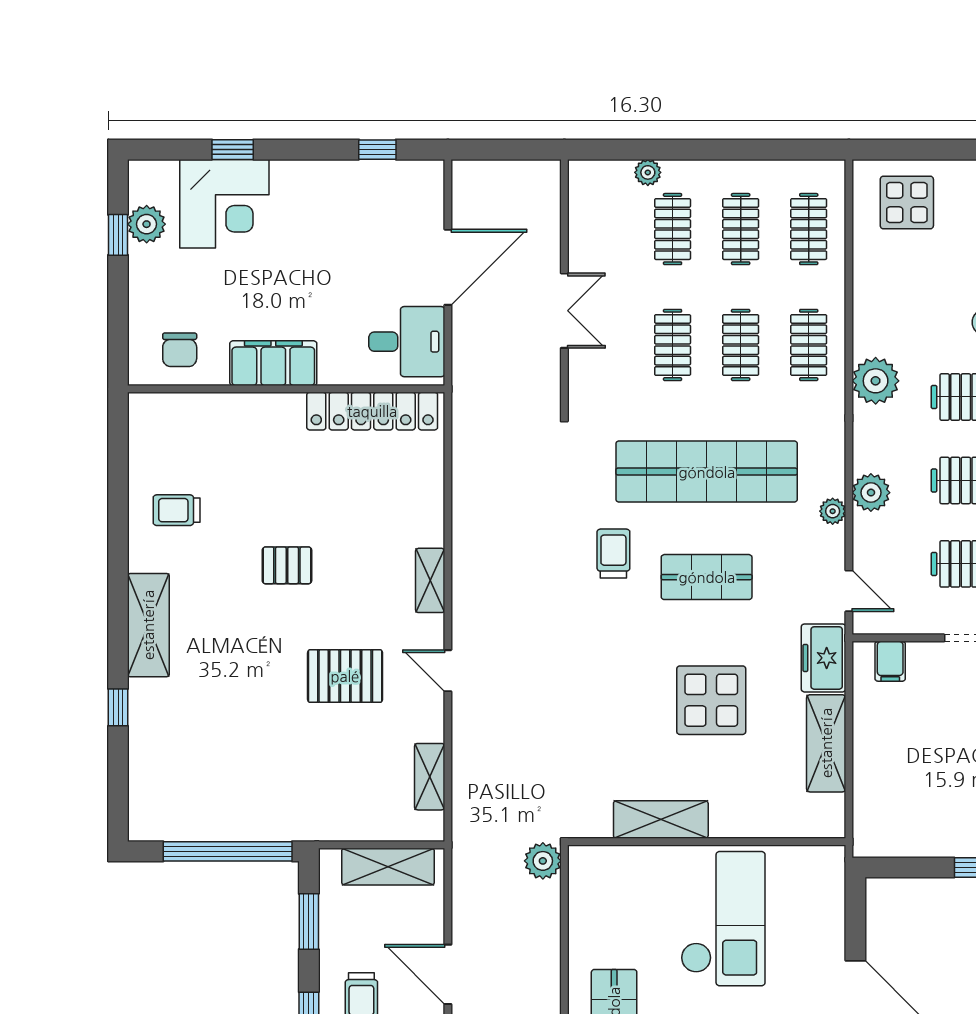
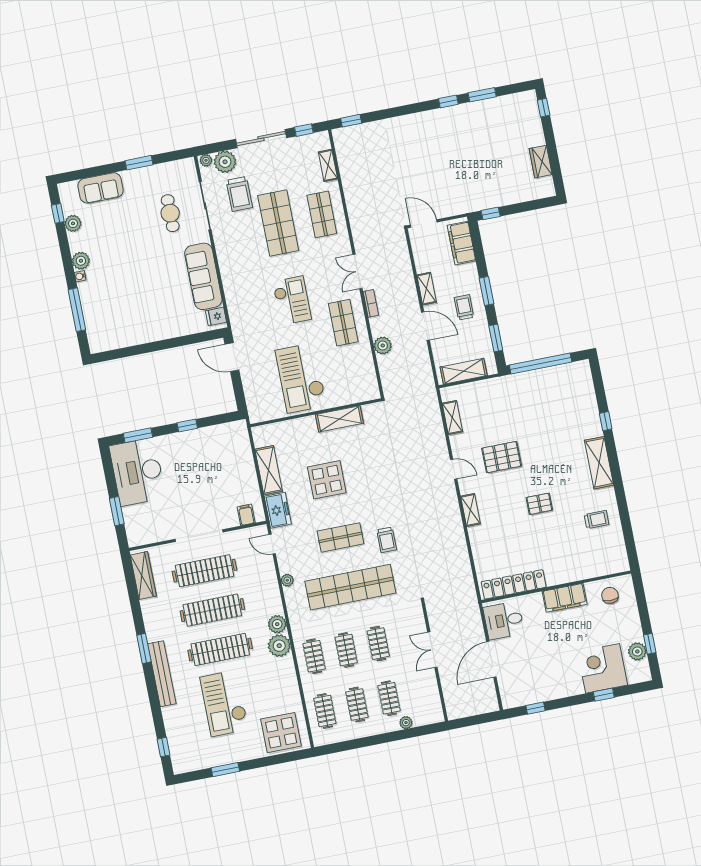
display table: (907, 202) -> (281, 733), width x1.36, depth x1.36
plant: (871, 493) -> (277, 624), moved
plant: (543, 861) -> (383, 345), moved

